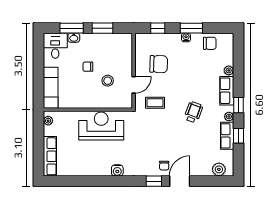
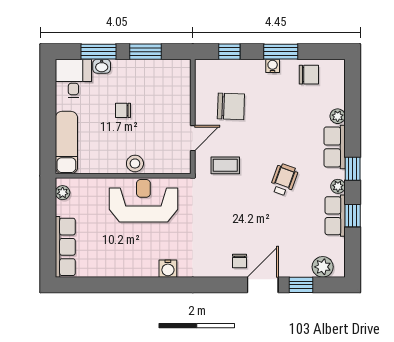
stool: (108, 81) -> (135, 163), moved
window: (154, 181) -> (301, 285), moved

